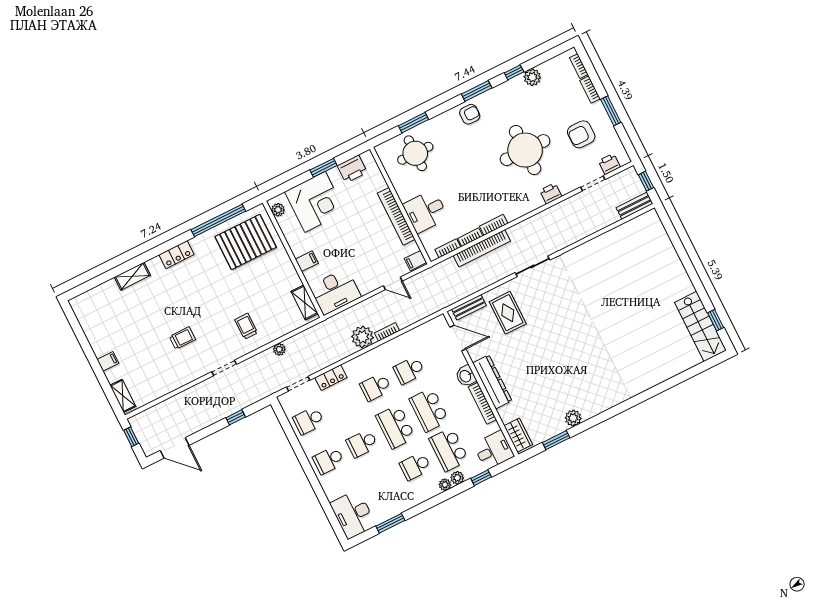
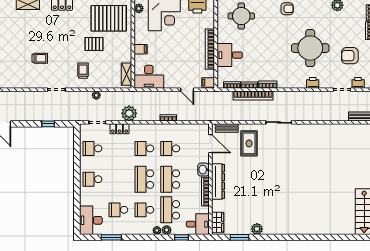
pallet: (243, 285) -> (94, 44), added
plant: (362, 337) -> (129, 113), moved
school desk: (362, 443) -> (118, 210), moved

